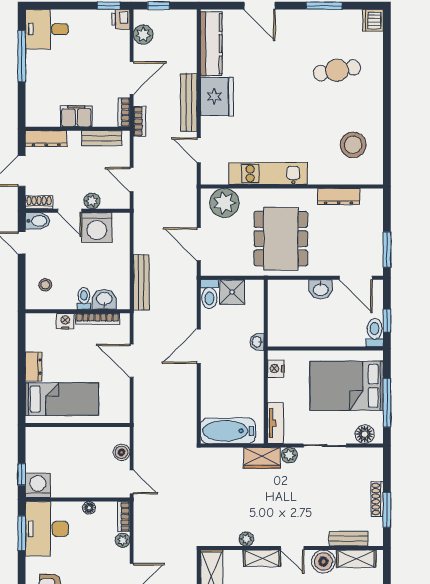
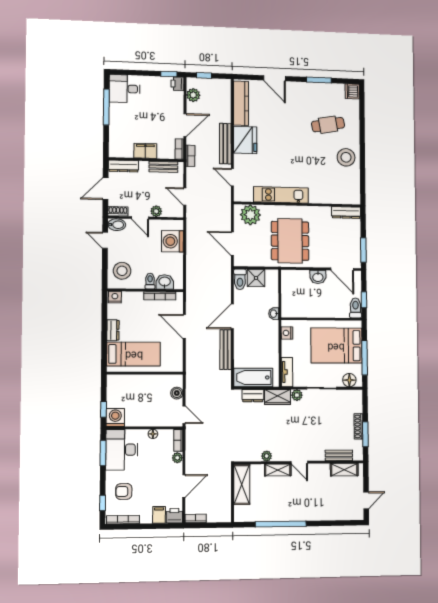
stool: (353, 145) -> (346, 157), moved
dresser: (339, 197) -> (346, 213), moved
washing machine: (97, 228) -> (172, 241), moved, turned 90
bench: (141, 282) -> (226, 350), moved
stool: (45, 285) -> (122, 271), width x1.89, depth x1.89
nightstand: (65, 321) -> (115, 297), moved
dresser: (227, 456) -> (253, 396), added
boiler: (323, 562) -> (321, 472), removed

